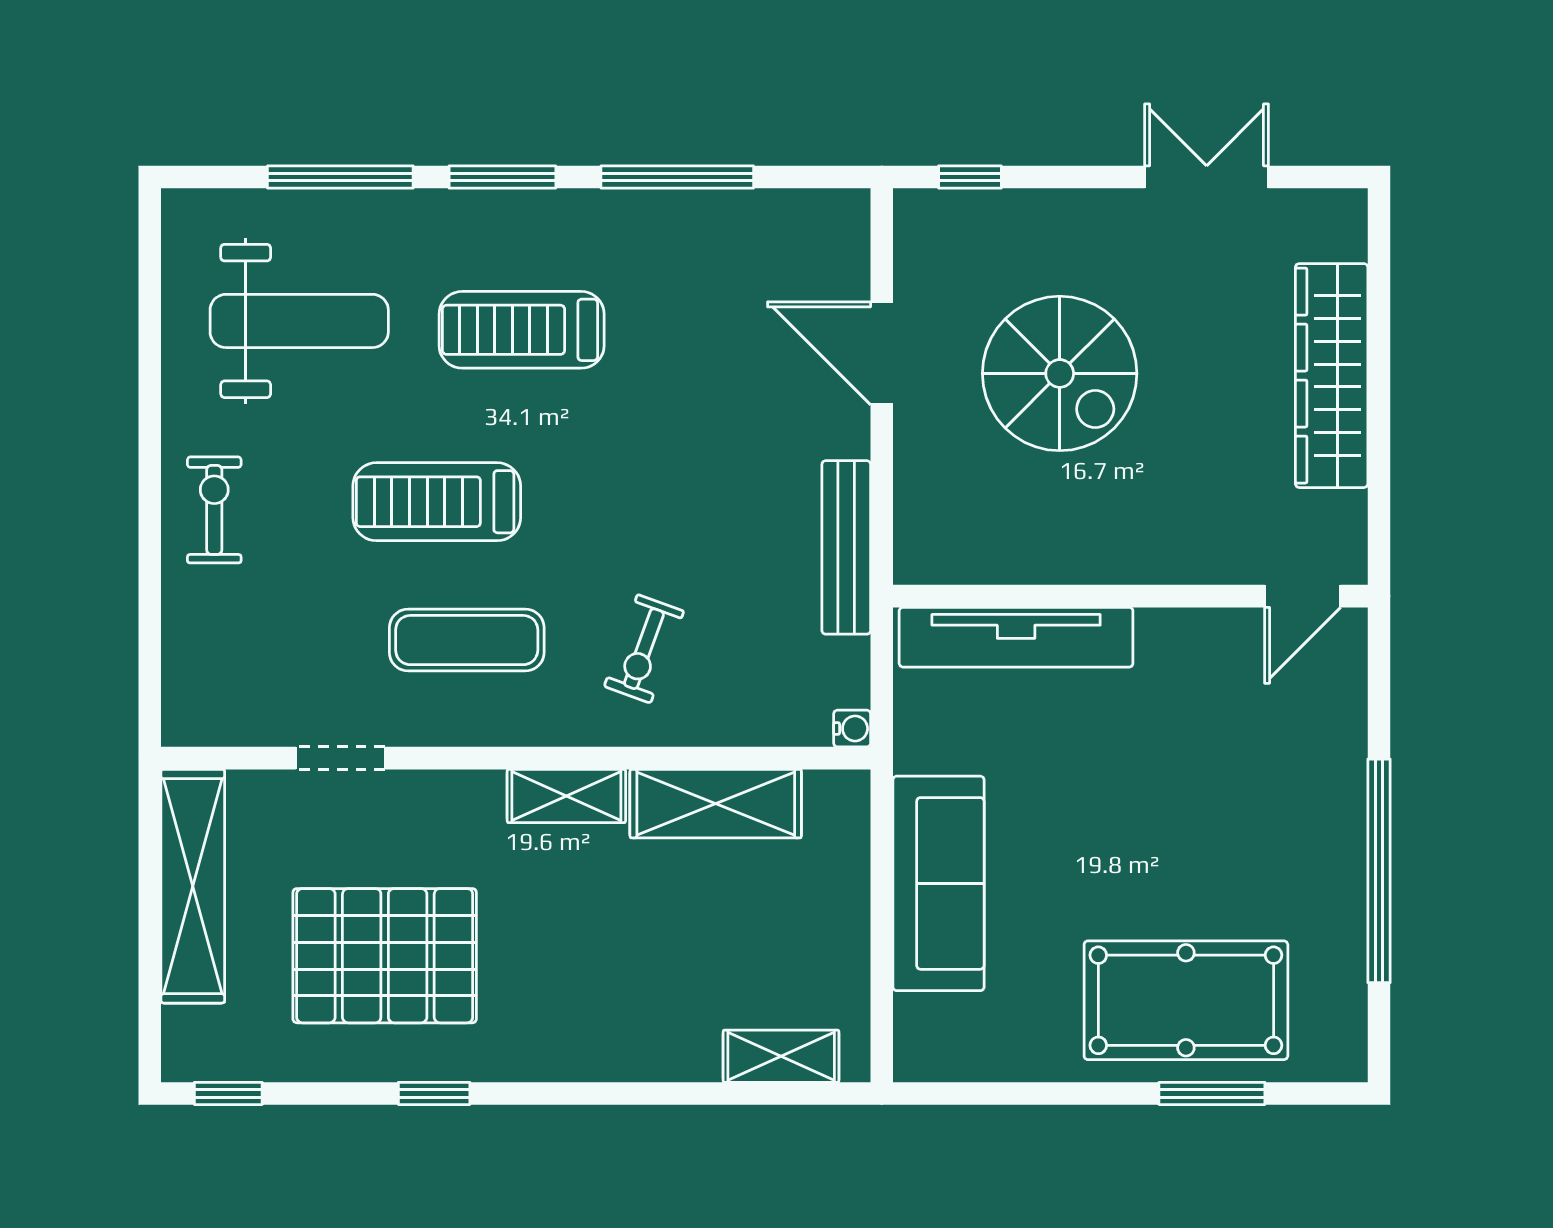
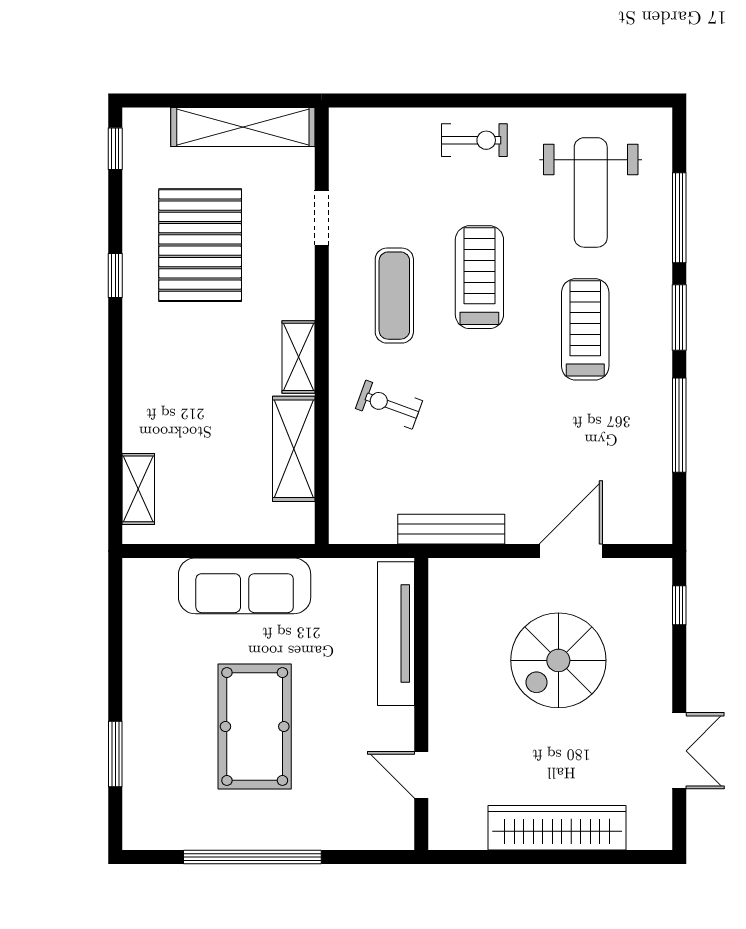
door: (1303, 596) -> (421, 775), moved
water cooler: (852, 729) -> (340, 533), removed
pool table: (1186, 1000) -> (255, 726), moved

